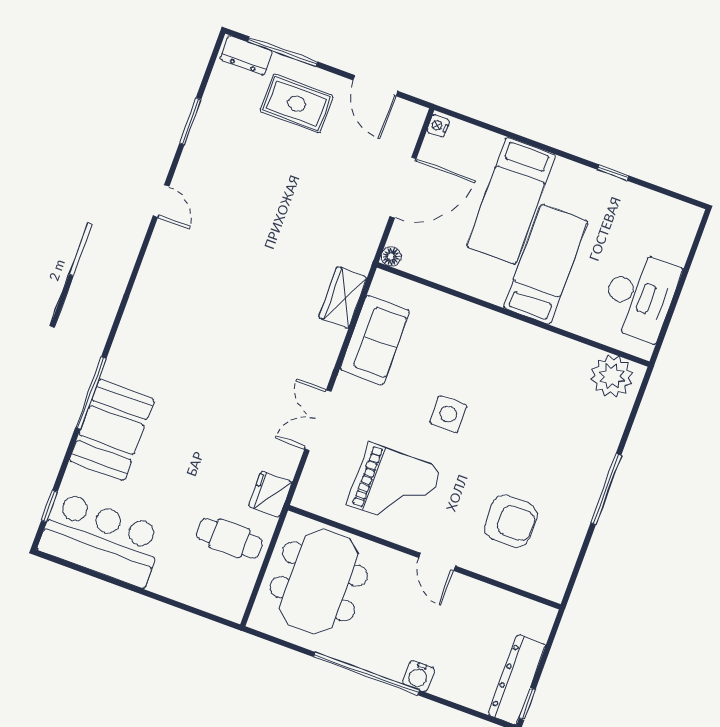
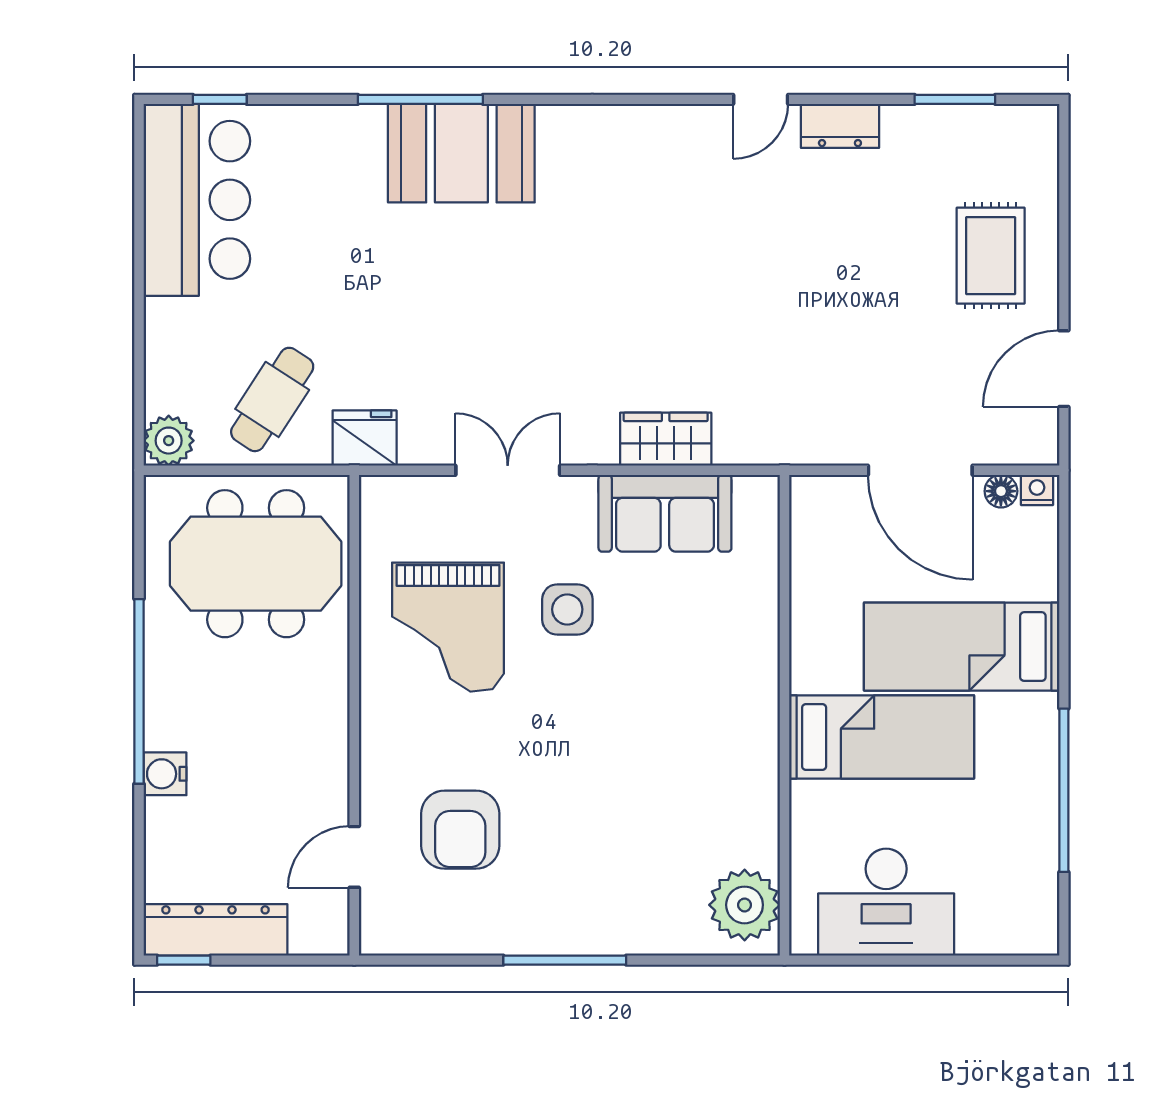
window: (283, 52) -> (1064, 204), removed
dresser: (246, 55) -> (840, 126), moved, turned -90
window: (190, 121) -> (955, 99), moved
window: (613, 173) -> (1064, 790), width x3.17
floor lamp: (391, 257) -> (1001, 491), moved
wardrobe: (343, 298) -> (666, 439), moved
side table: (448, 414) -> (567, 609), moved
booth: (112, 430) -> (461, 153), moved
cafe table: (229, 538) -> (272, 399), turned 33
door: (437, 562) -> (354, 857), moved
plant: (231, 605) -> (169, 441), added

